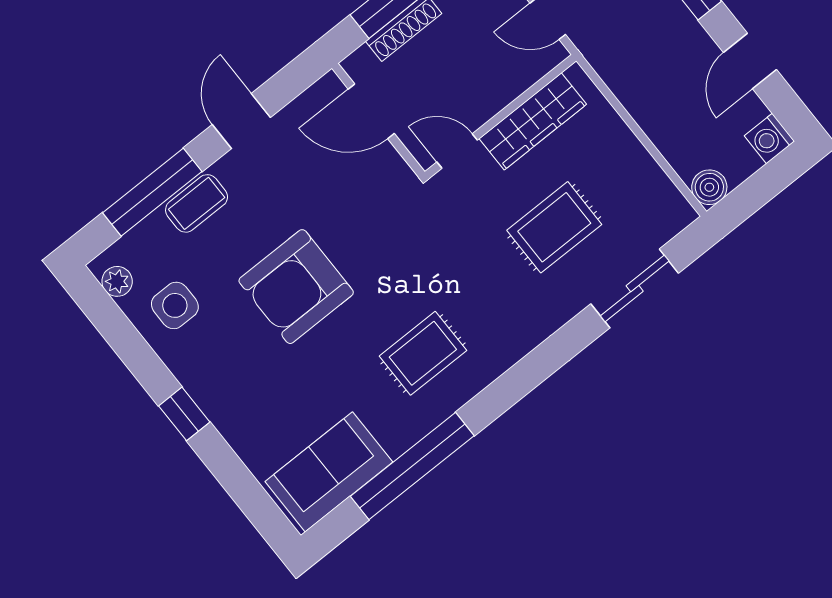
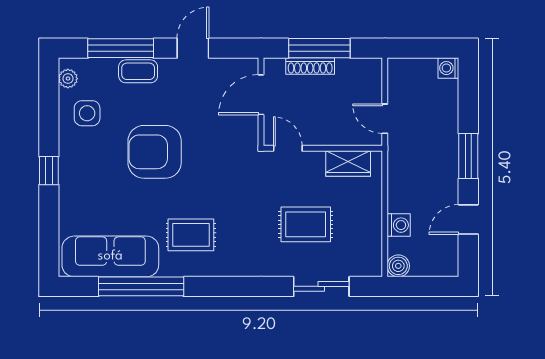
door: (371, 111) -> (261, 95), hinge flipped
wardrobe: (533, 121) -> (348, 164), width x0.67
washing machine: (769, 138) -> (399, 225), moved, turned 180
sofa: (329, 472) -> (110, 256), width x1.36

